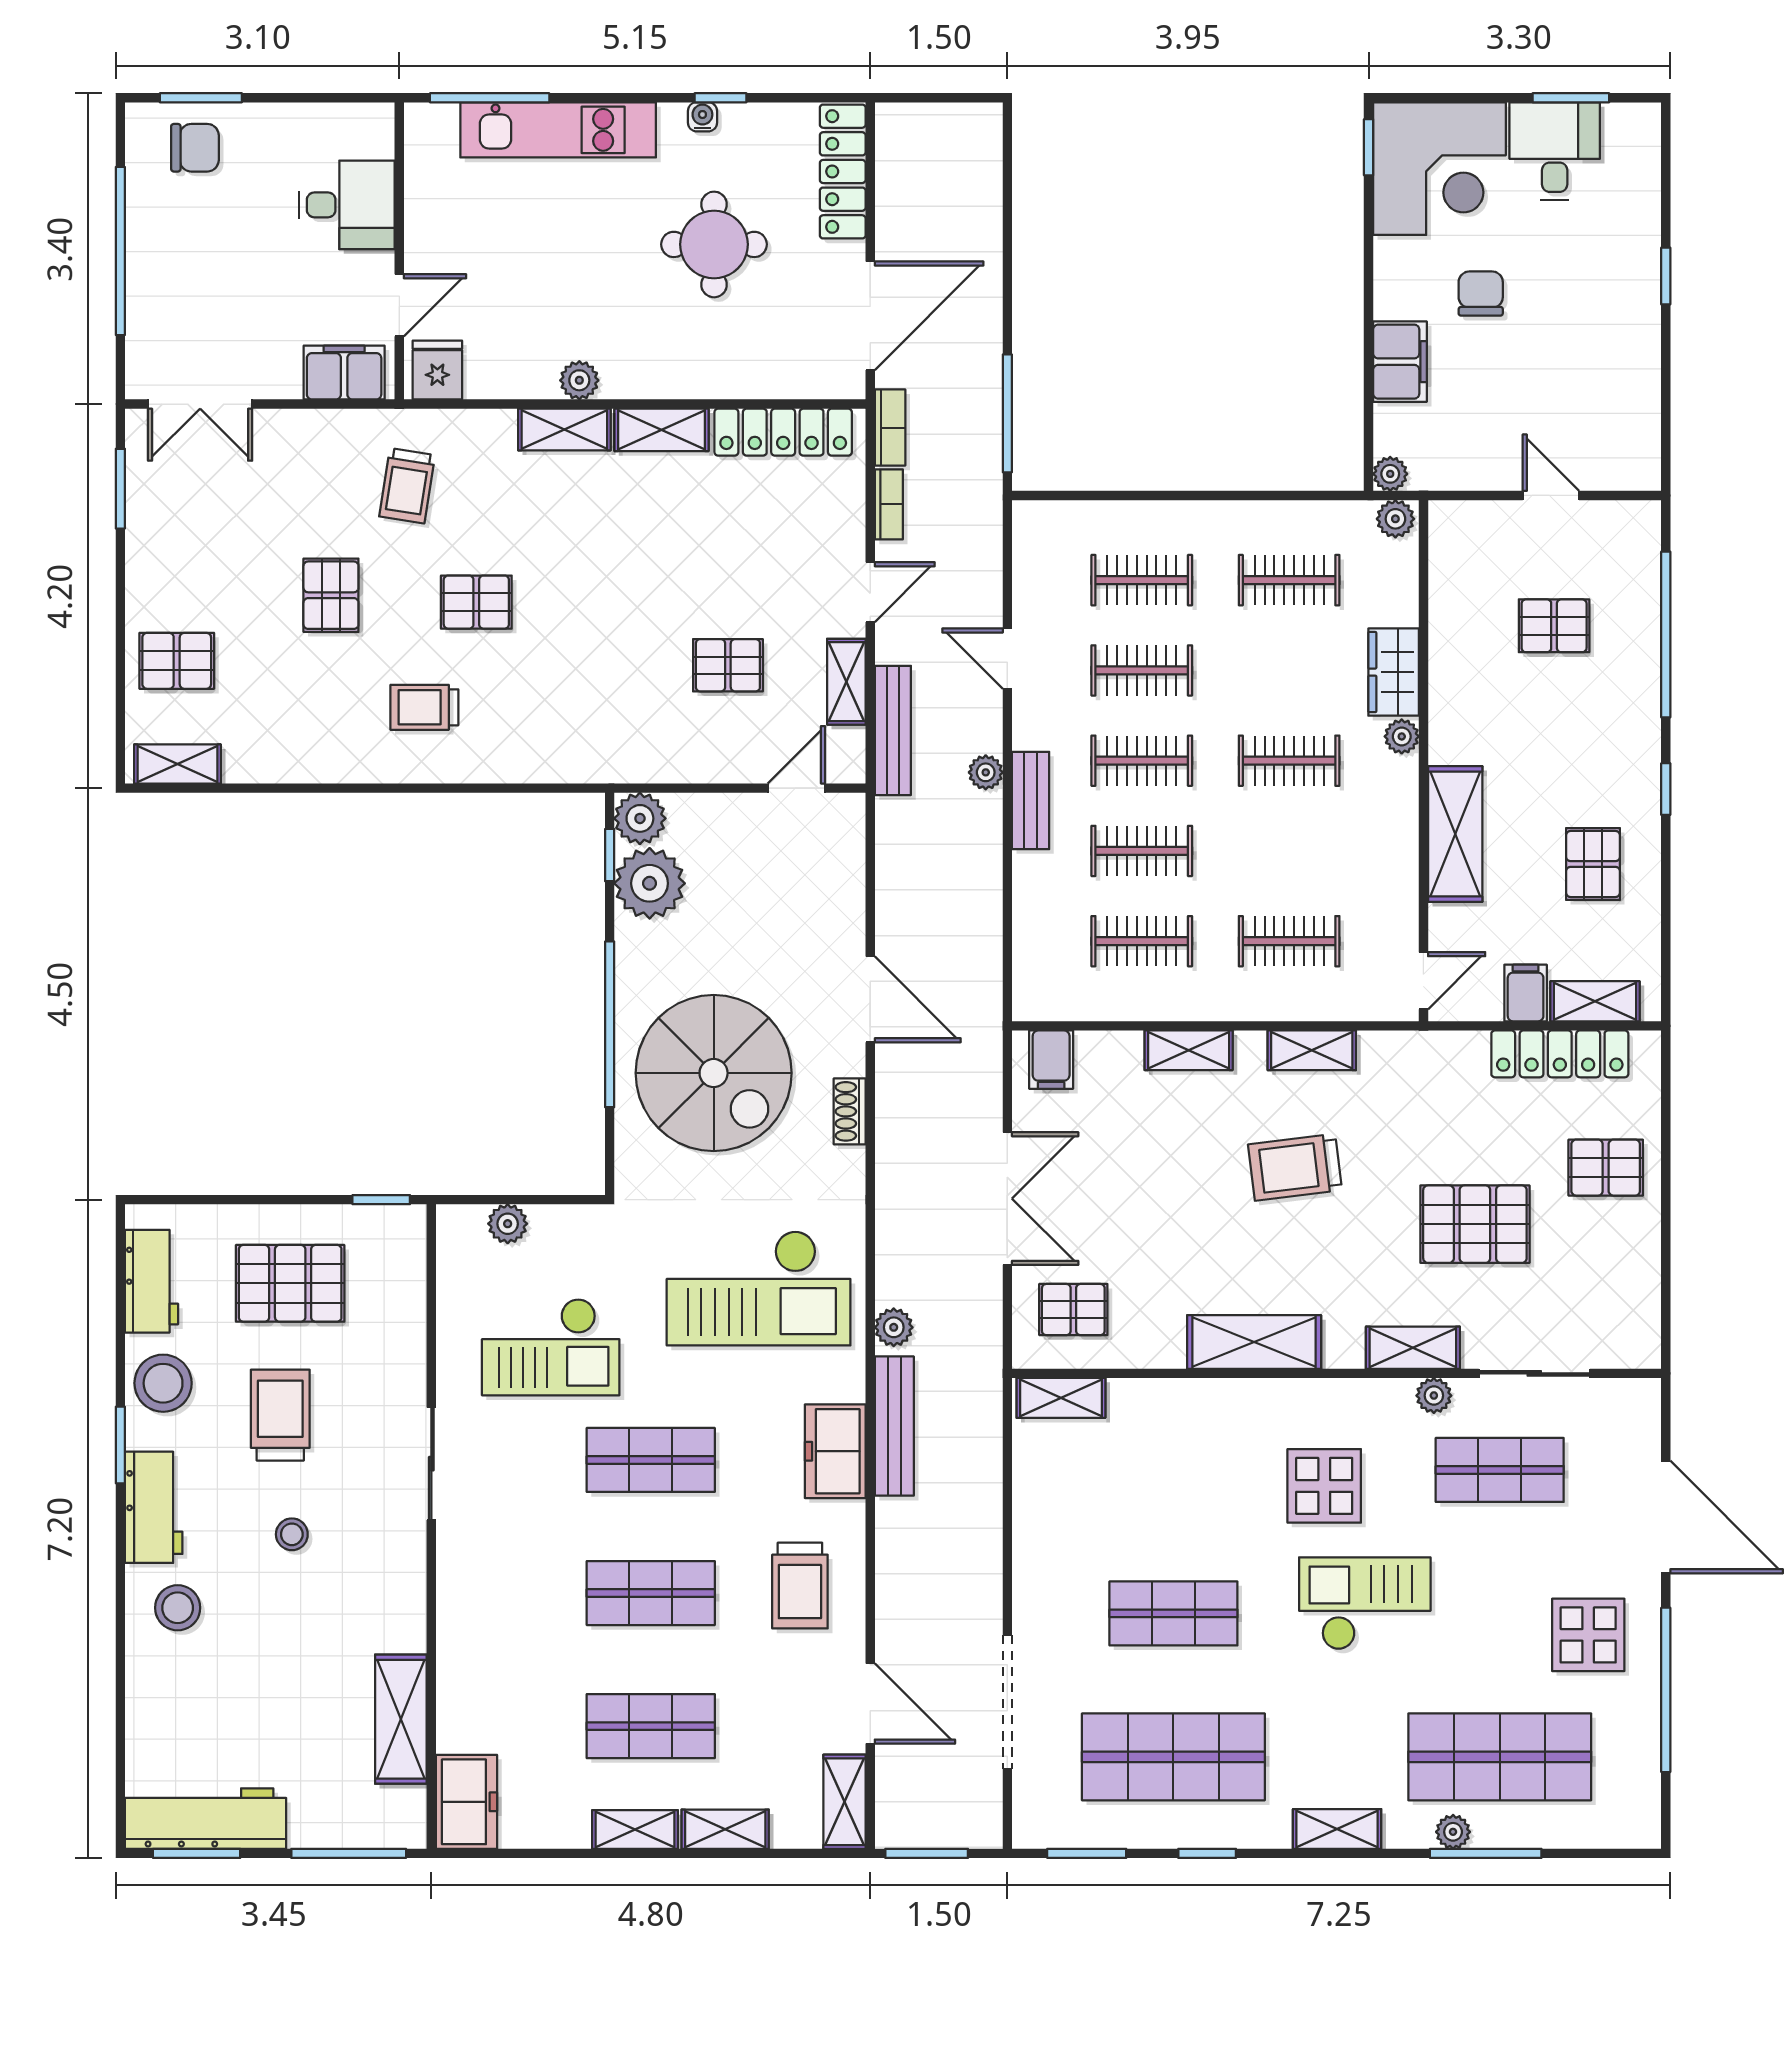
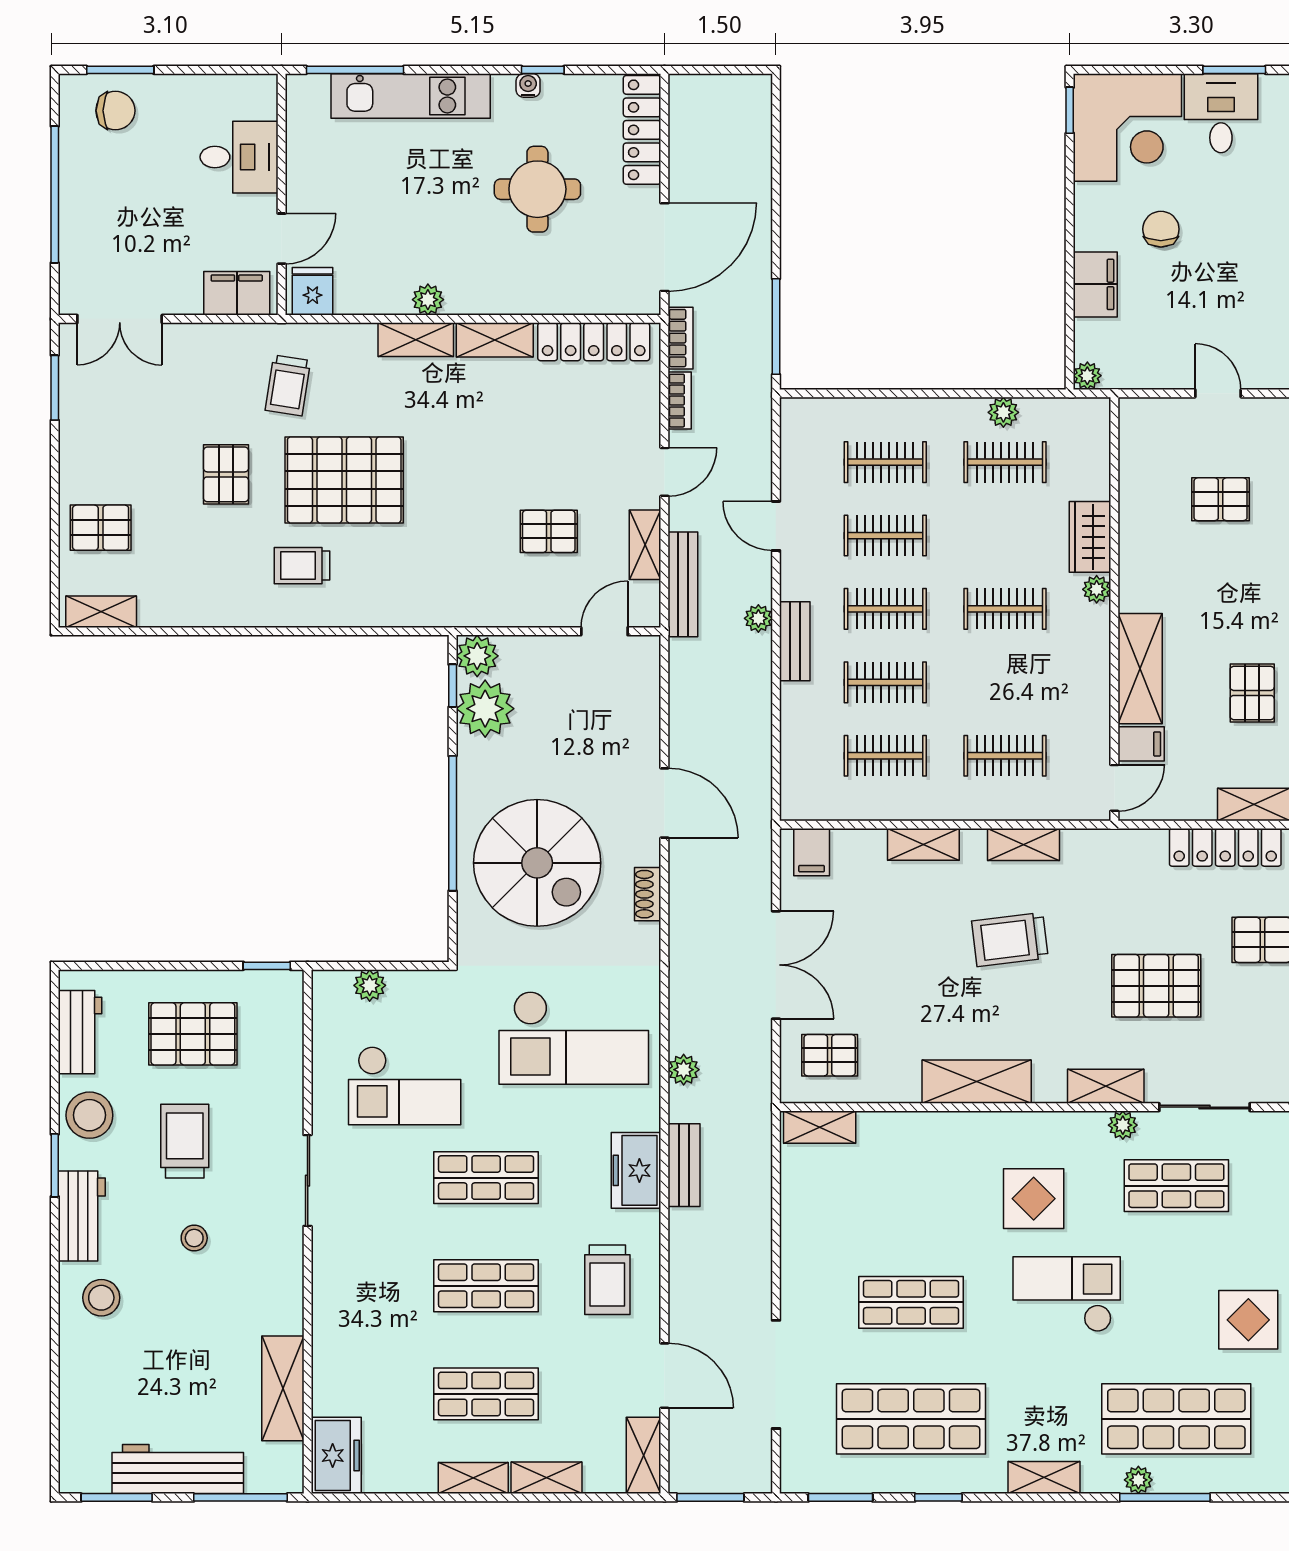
plant: (1395, 519) -> (1003, 412), moved
pallet: (476, 602) -> (344, 480), width x2.05, depth x2.00
filing cabinet: (1526, 993) -> (1141, 744), moved, turned 90
bench: (894, 1426) -> (684, 1165), width x0.73
workbench: (206, 1819) -> (178, 1469), moved

